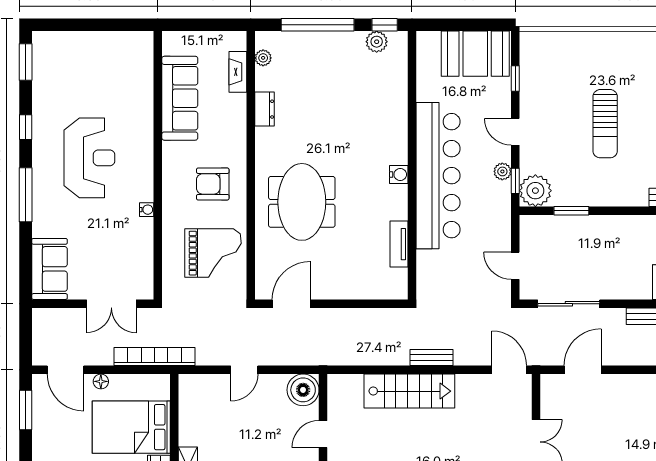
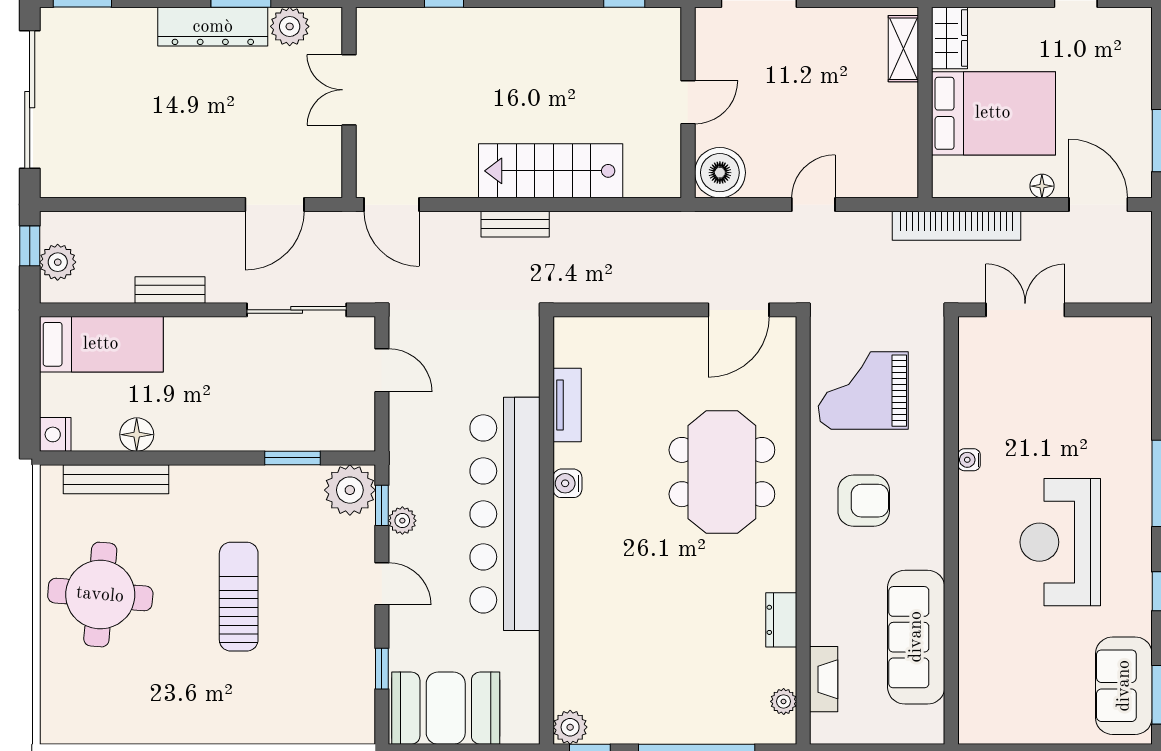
plant: (377, 42) -> (570, 727), moved
water cooler: (399, 174) -> (567, 483), moved
sofa: (49, 269) -> (1124, 686), moved

